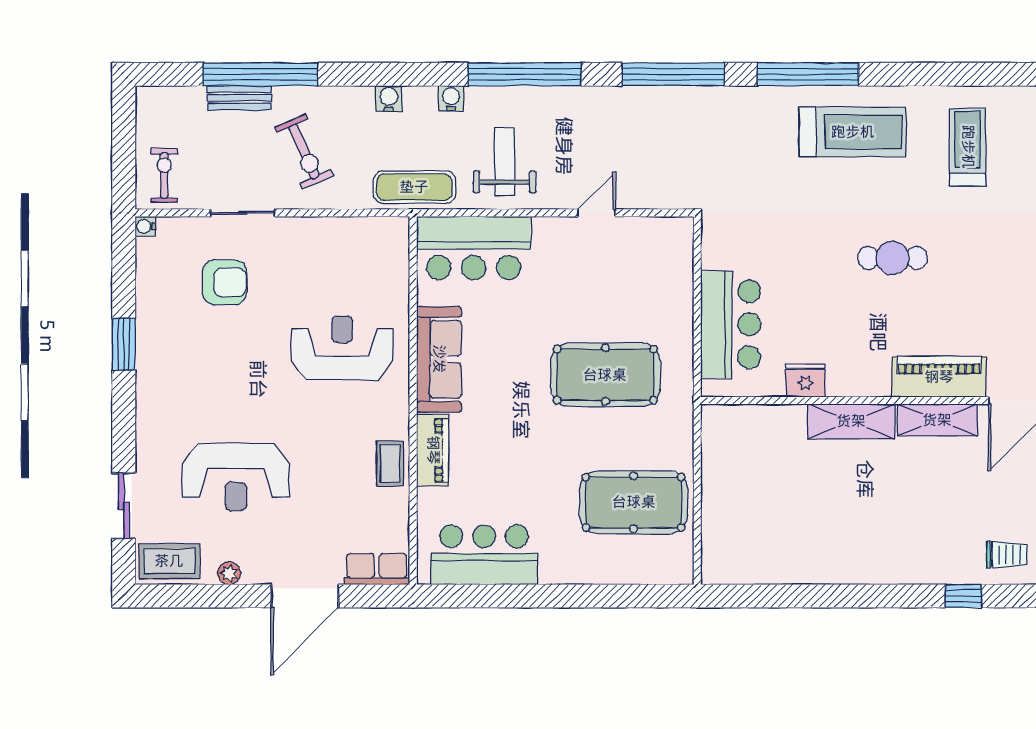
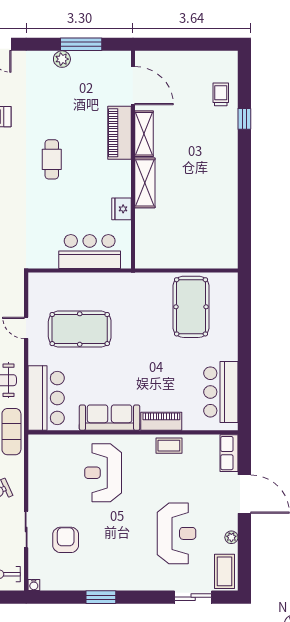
pool table: (605, 375) -> (80, 329), moved, turned 90

